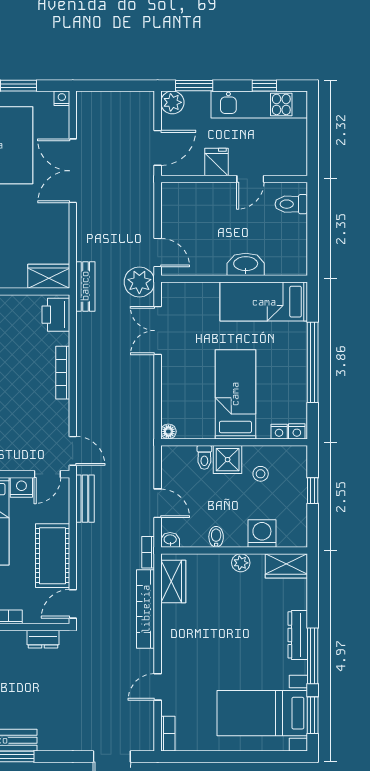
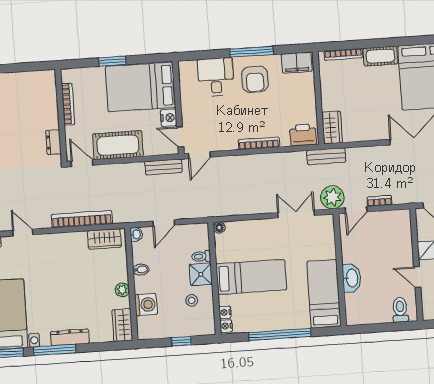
bookcase: (148, 552) -> (380, 201), moved

